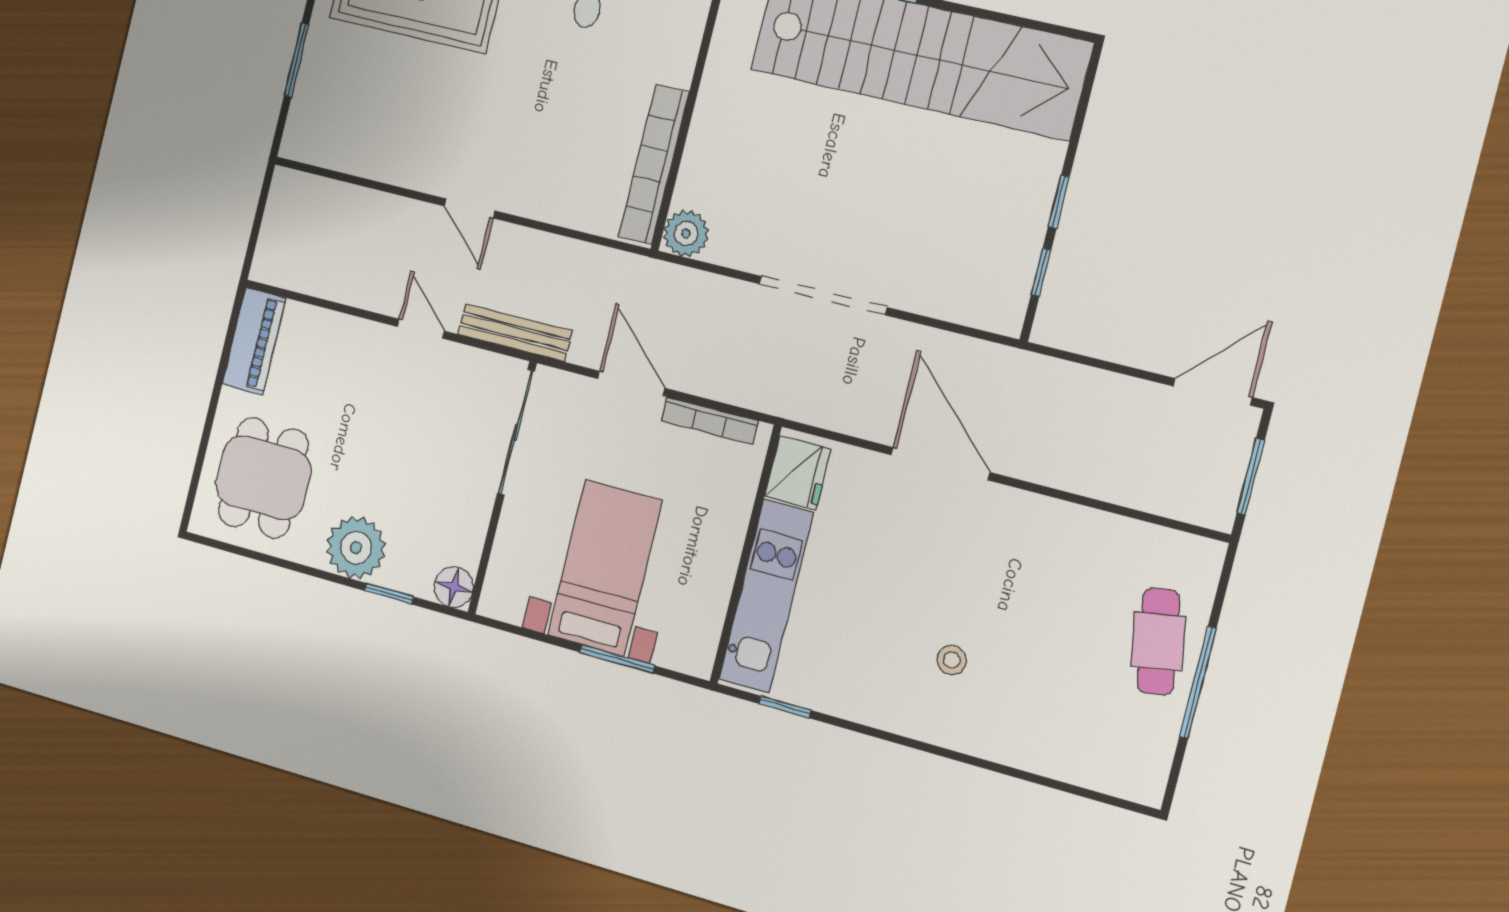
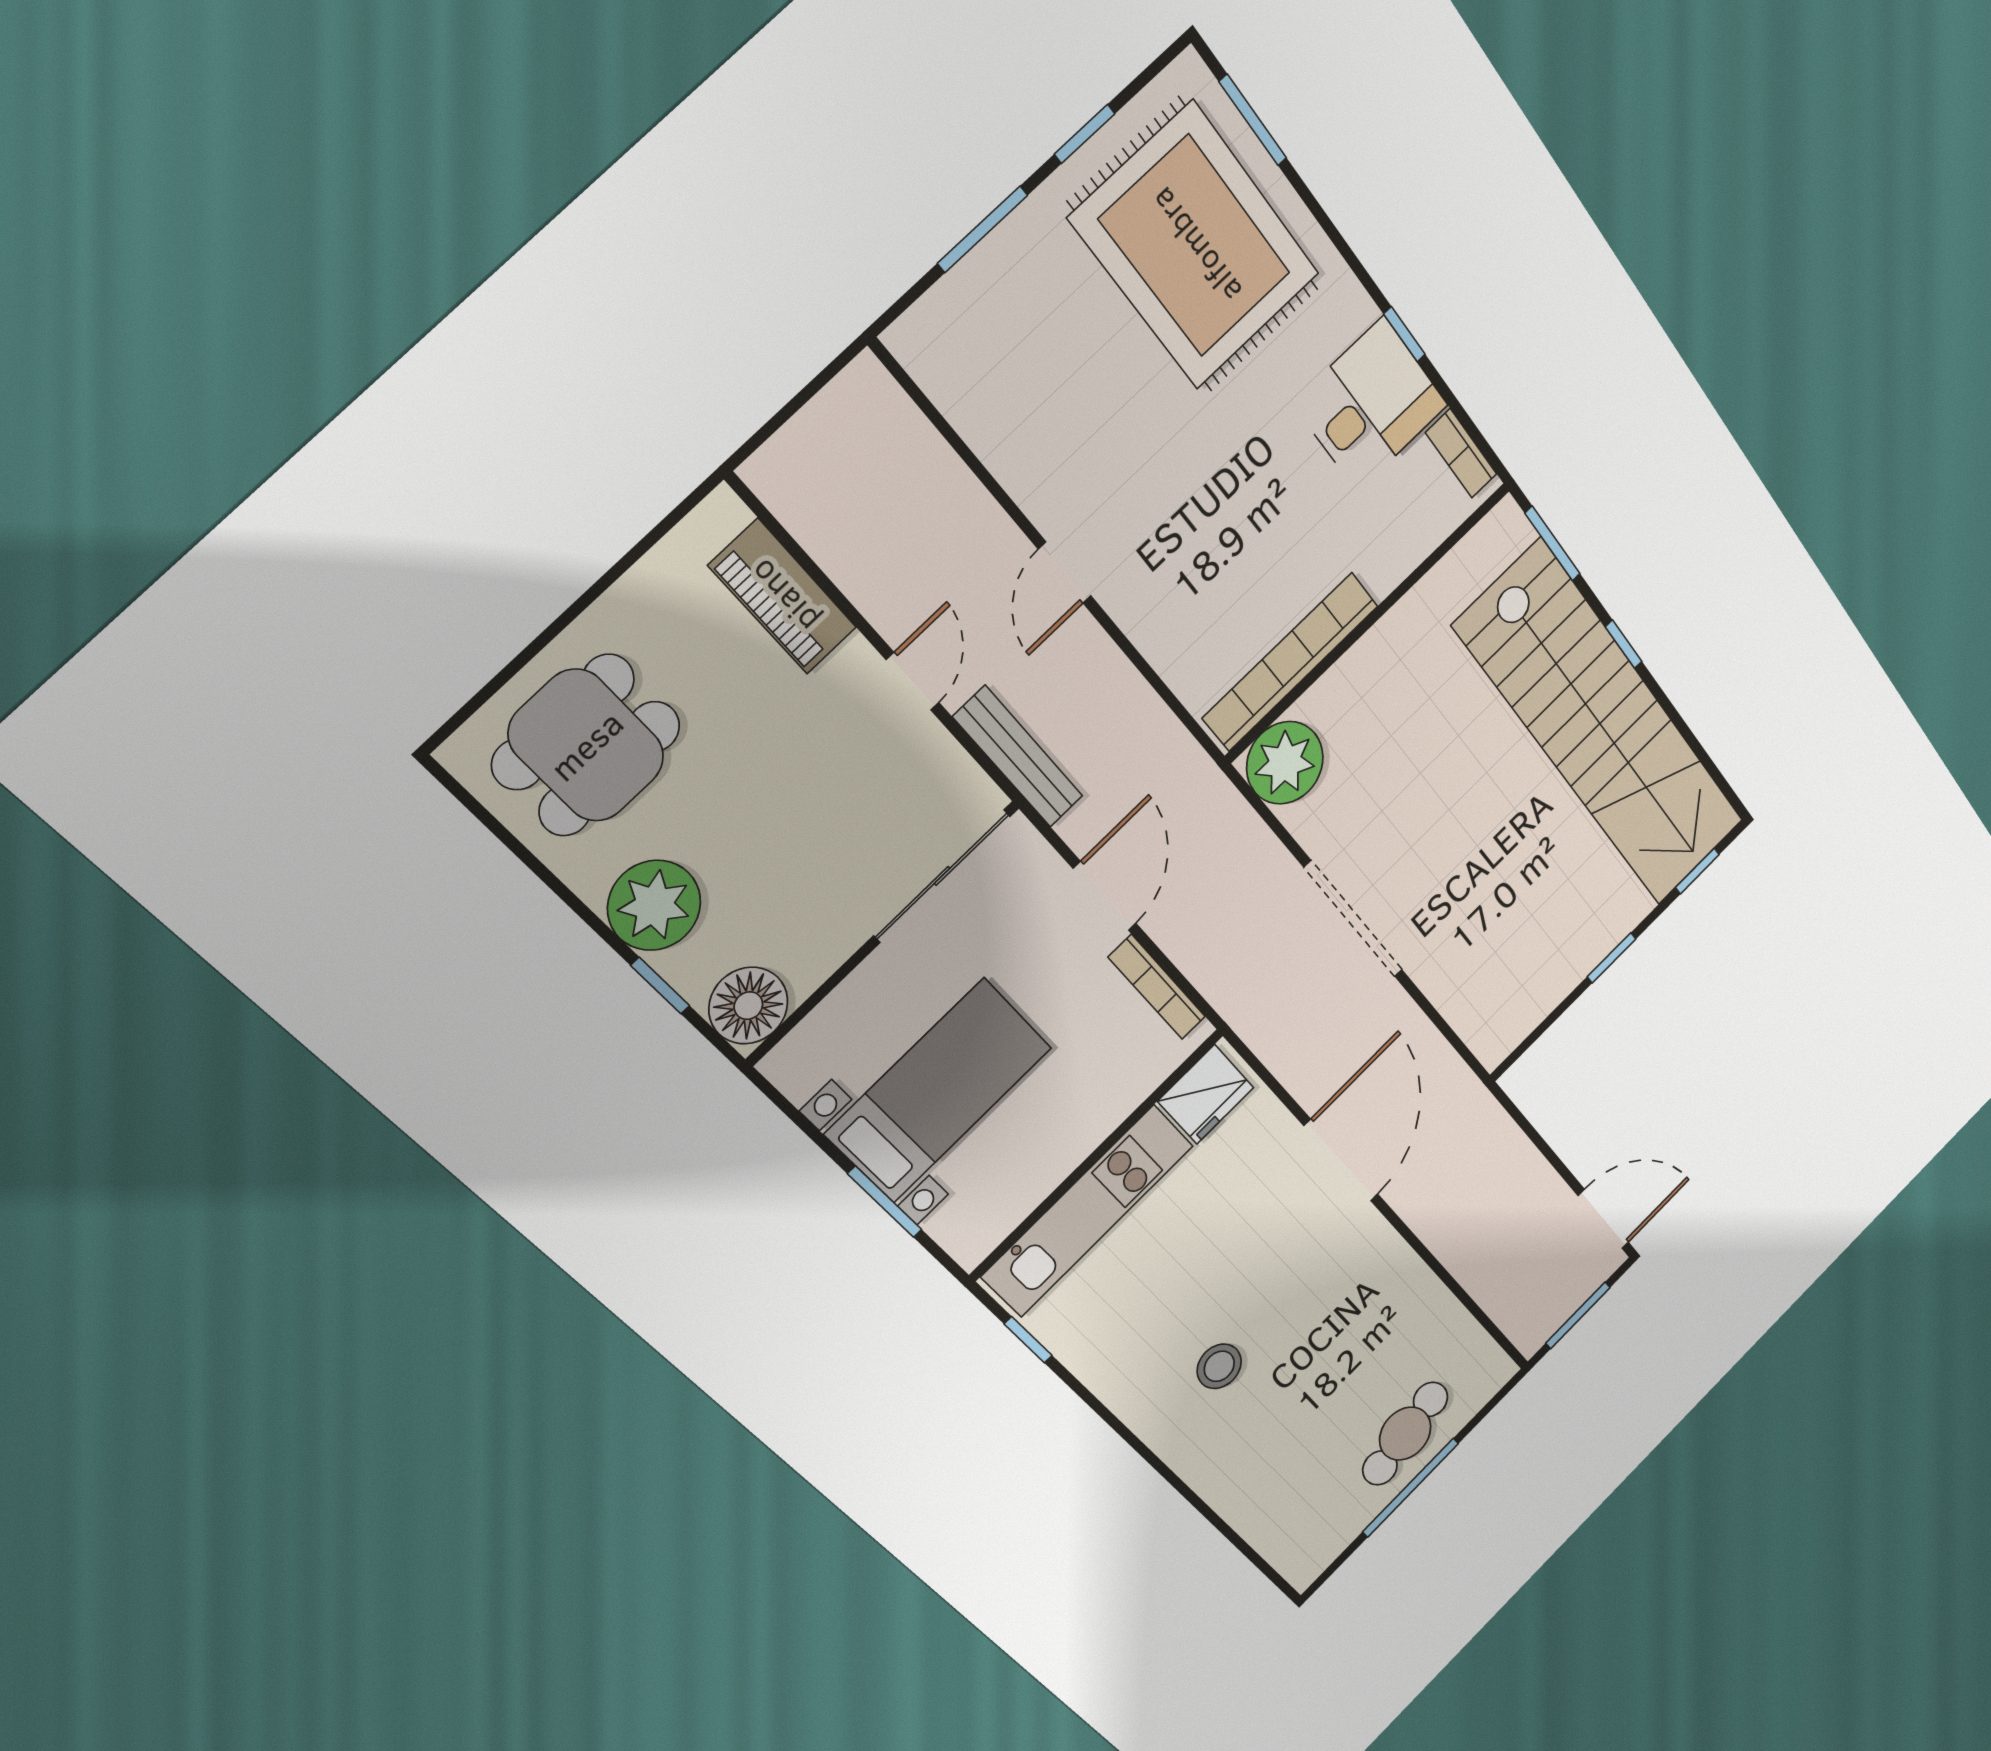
plant: (686, 234) -> (1285, 763), width x1.36, depth x1.36
window: (1041, 272) -> (1697, 871), moved
piano: (254, 341) -> (783, 597), moved, turned 90
floor lamp: (454, 587) -> (748, 1006), width x1.38, depth x1.38
stool: (952, 660) -> (1219, 1366), width x1.37, depth x1.37

